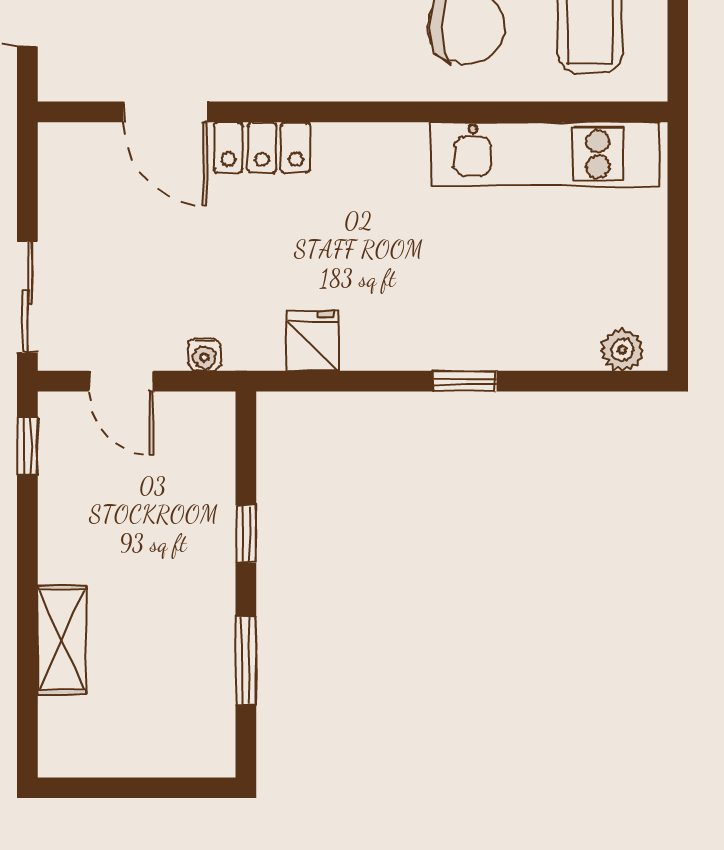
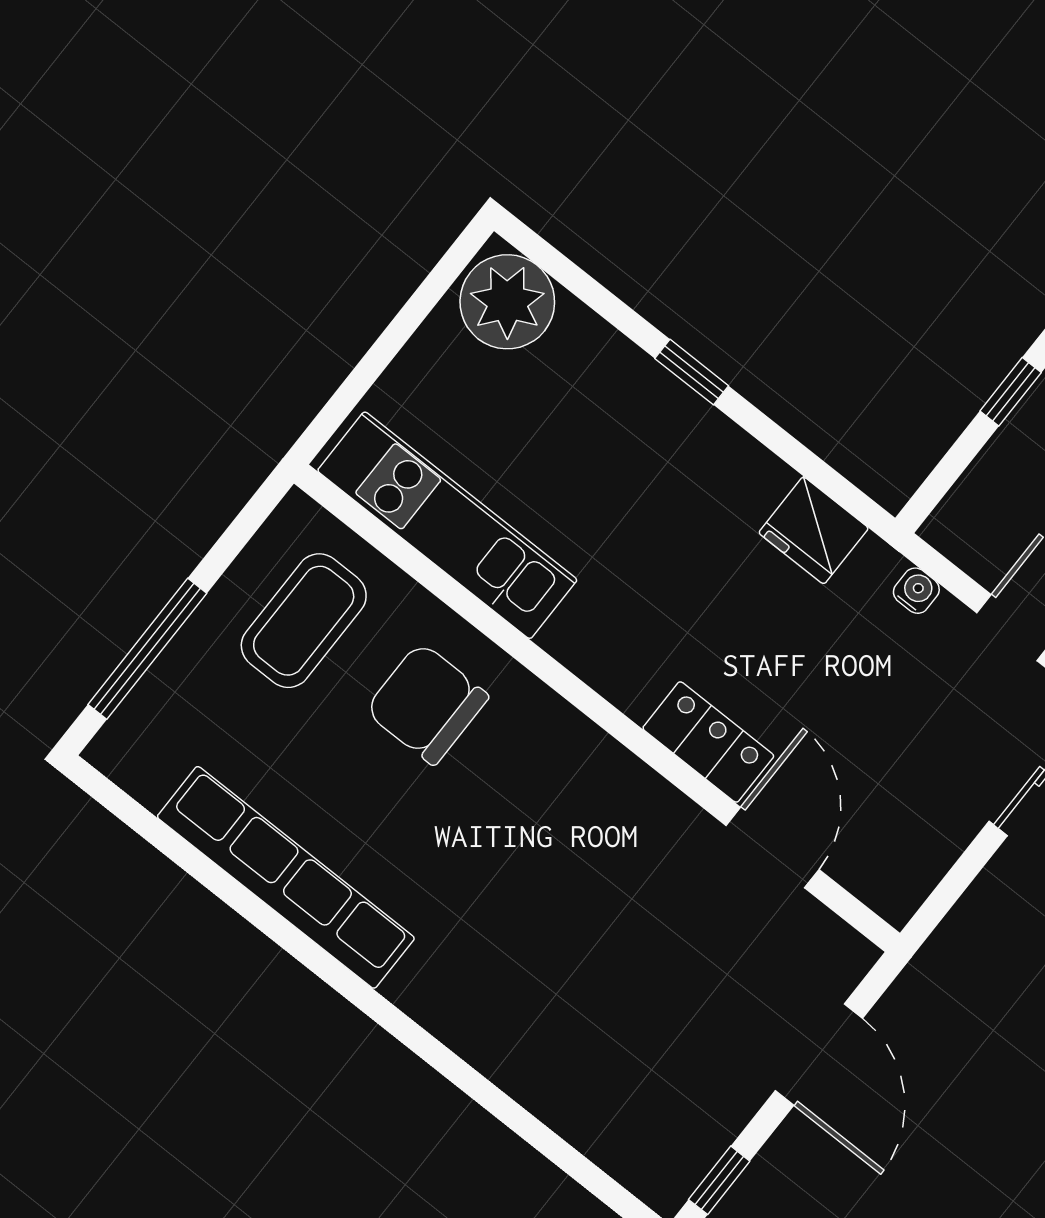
fridge: (313, 341) -> (814, 530), width x1.38
plant: (622, 350) -> (507, 302), width x1.87, depth x1.87

